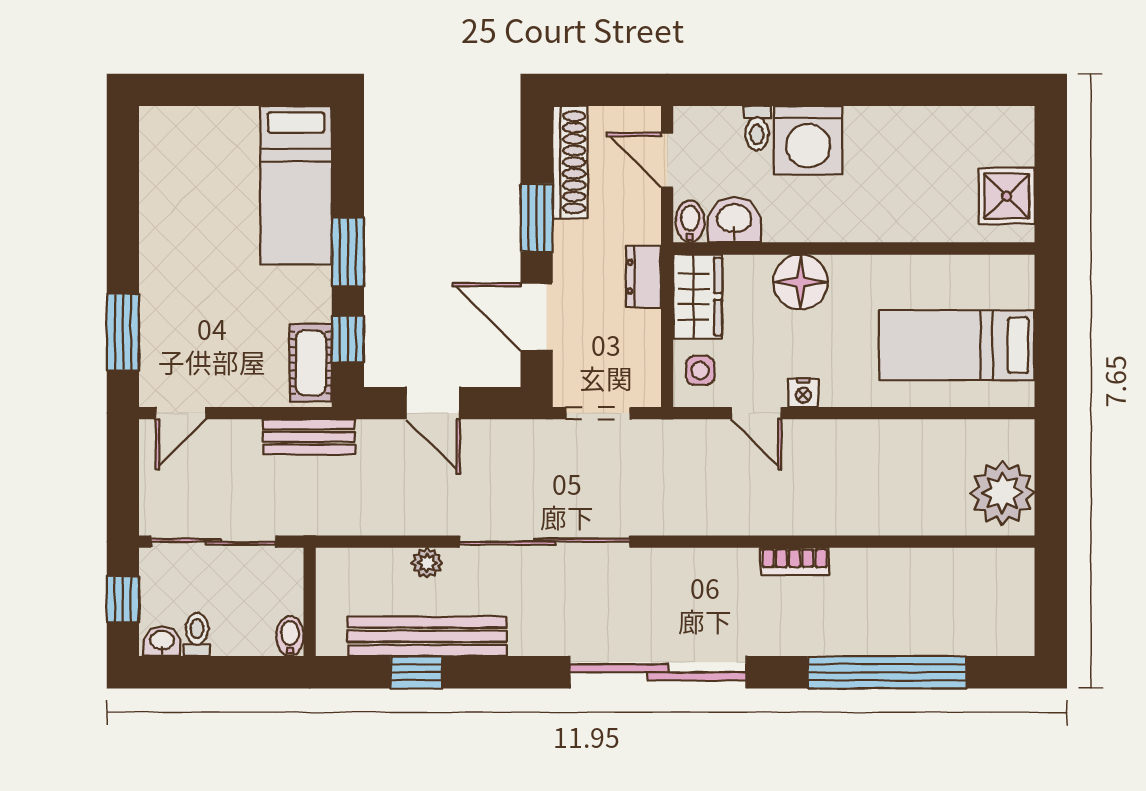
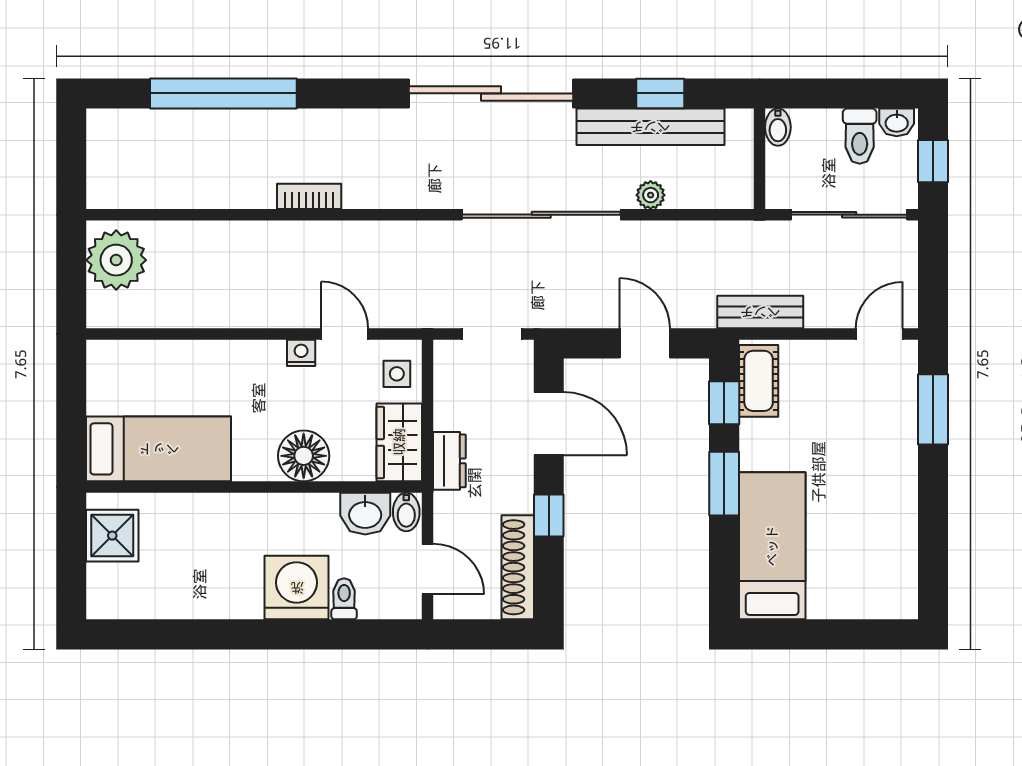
window: (537, 218) -> (549, 515), width x0.67
bed: (957, 345) -> (159, 449), moved
toilet: (197, 635) -> (860, 136), width x1.37, depth x1.39
sliding door: (658, 672) -> (491, 93), moved

